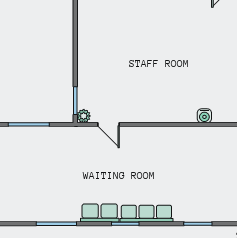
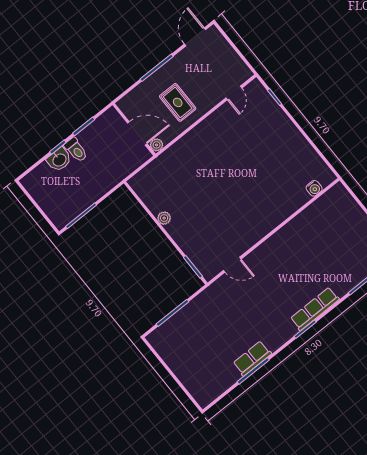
plant: (84, 116) -> (164, 218), moved
water cooler: (204, 116) -> (314, 188), moved
row of seats: (100, 213) -> (252, 358), moved

